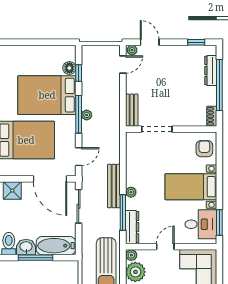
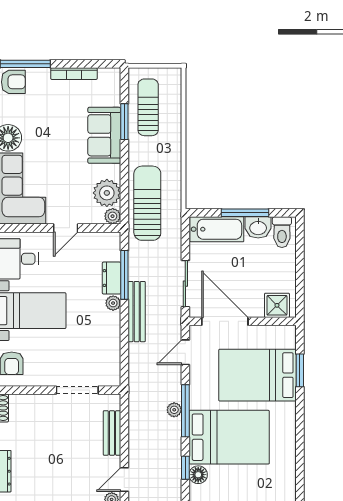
bench: (132, 110) -> (112, 433), moved
dresser: (132, 227) -> (111, 278), moved, width x0.70

